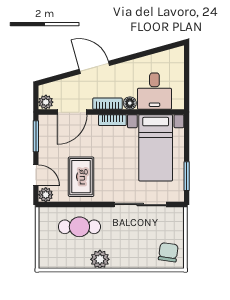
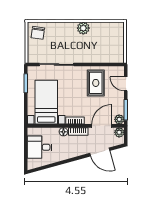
door: (94, 67) -> (100, 152), moved
desk: (154, 91) -> (40, 147), moved, turned -90
plant: (46, 195) -> (119, 119), moved
cafe table: (79, 227) -> (97, 50), removed

